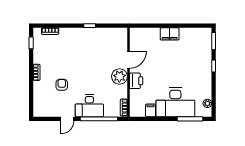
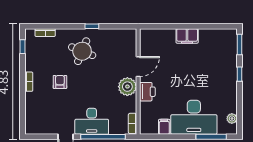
round table: (81, 47) -> (82, 51), added
armchair: (62, 85) -> (60, 82), moved

